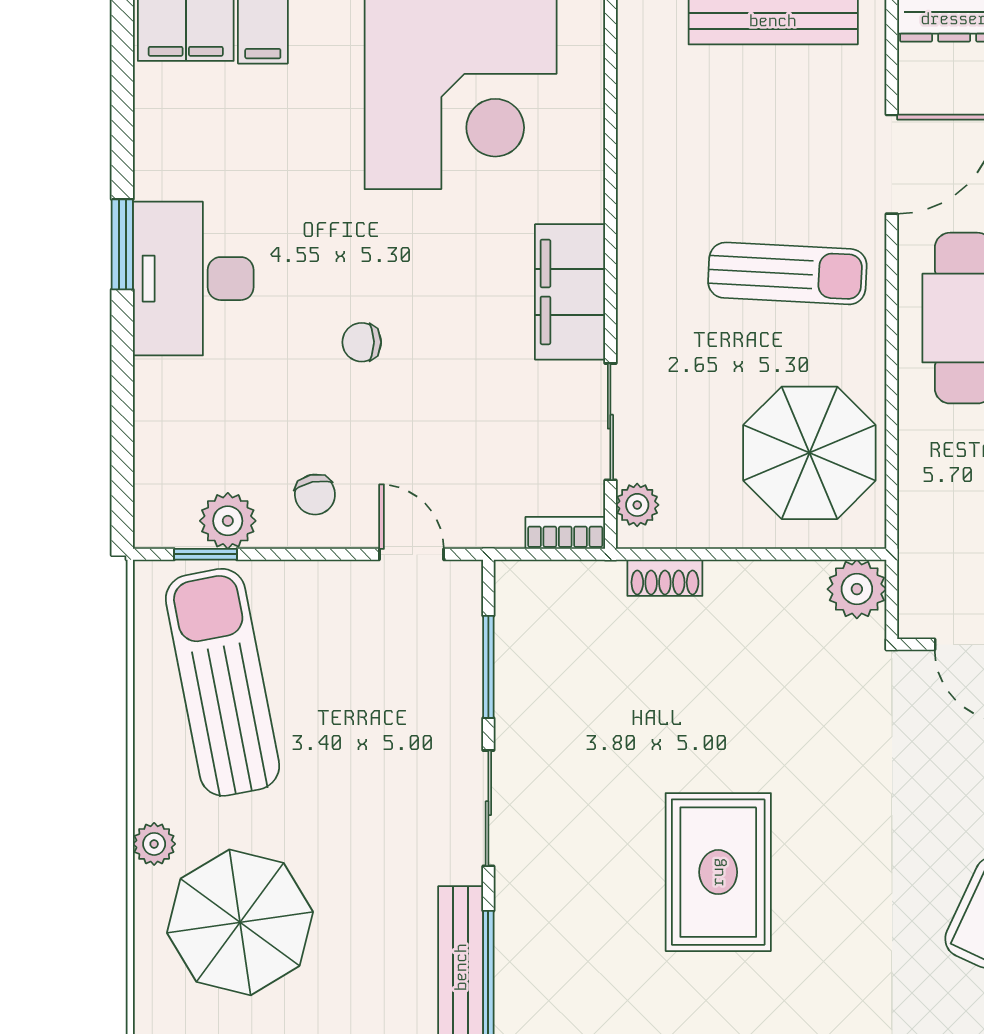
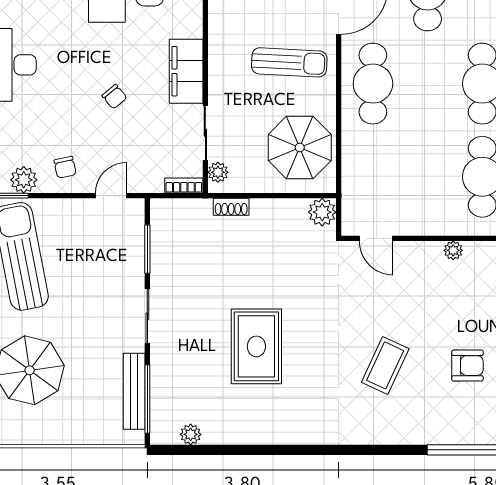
chair: (362, 342) -> (114, 97), moved, turned -130
door: (411, 554) -> (111, 196), hinge flipped

